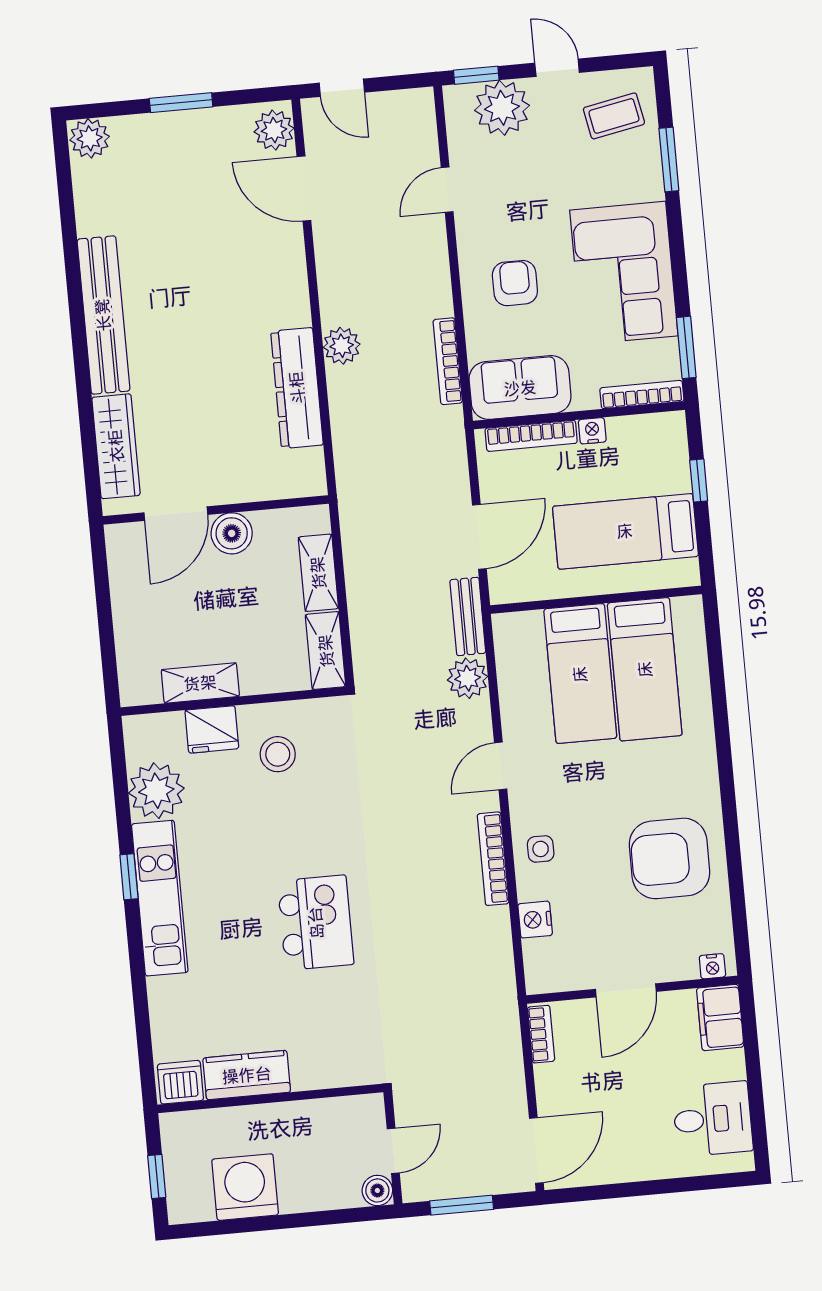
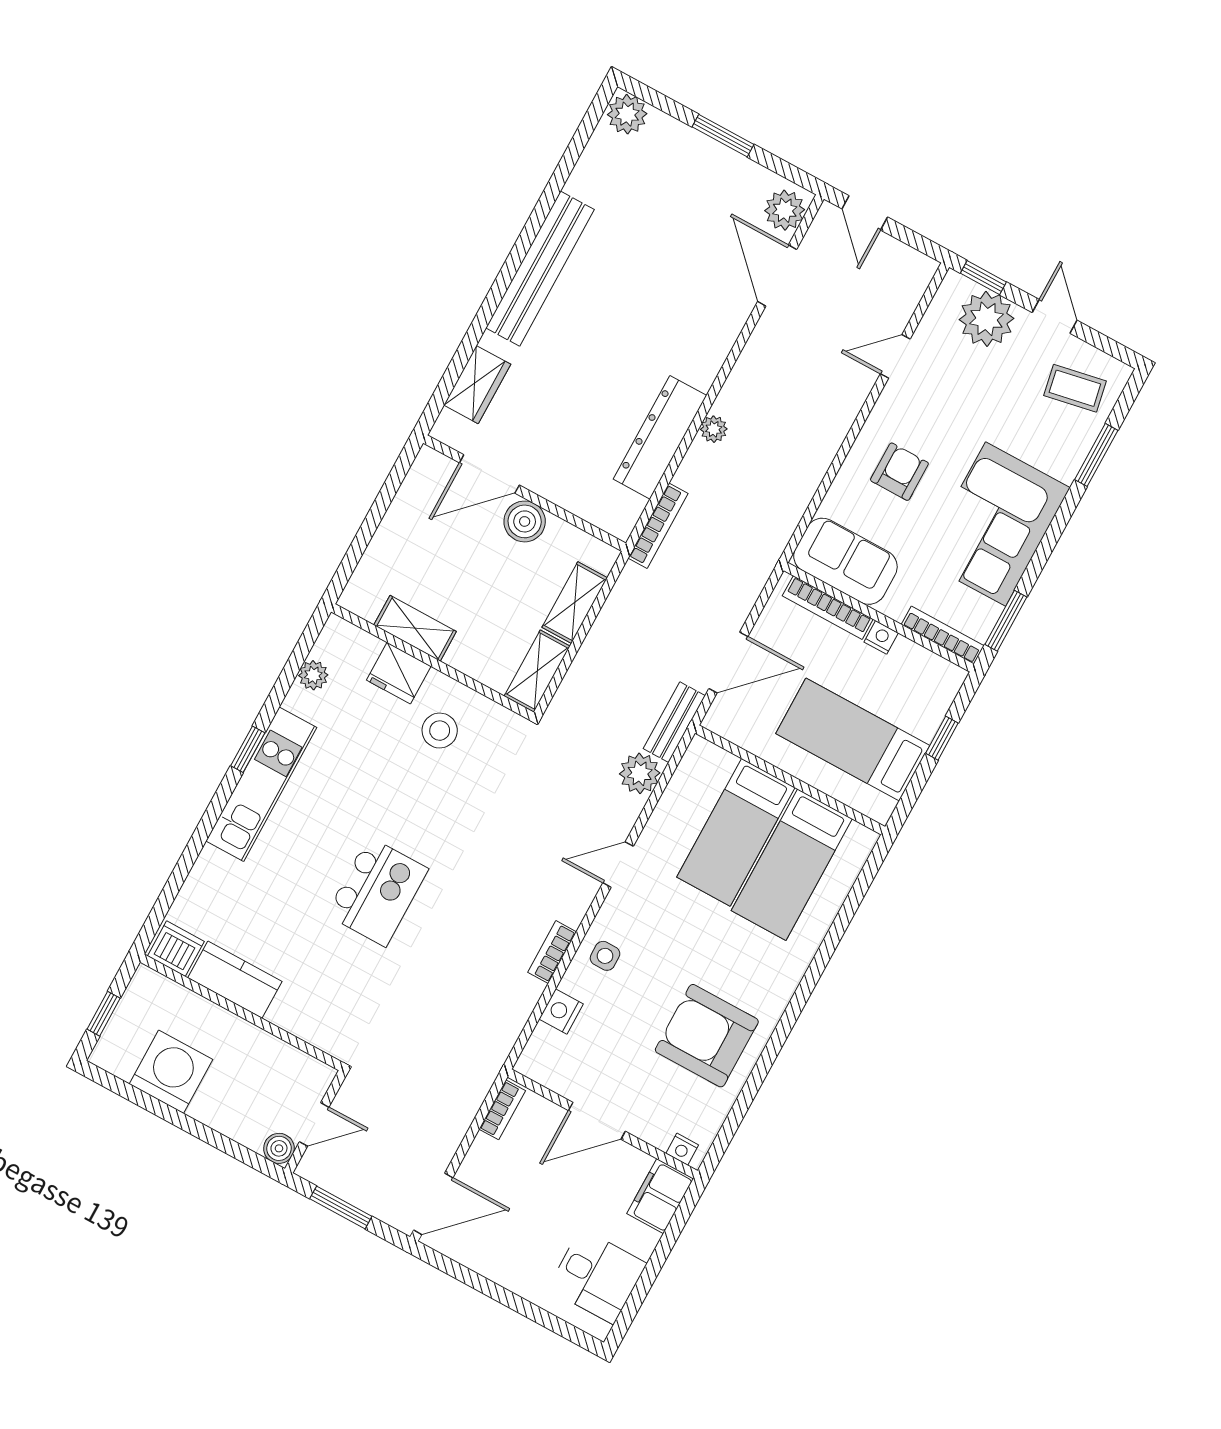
plant: (342, 346) -> (714, 429), width x0.73, depth x0.73
bookcase: (448, 361) -> (658, 526), moved, turned 180
wardrobe: (116, 446) -> (477, 385), width x0.67
plant: (156, 791) -> (313, 675), width x0.53, depth x0.53
bookcase: (493, 859) -> (552, 952), width x0.64

